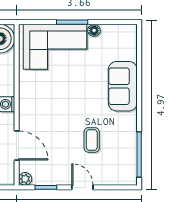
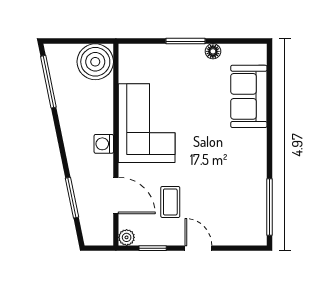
corner sofa: (55, 47) -> (147, 123), moved, turned -90
sofa: (123, 86) -> (249, 96), moved
coffee table: (92, 140) -> (170, 202), moved

